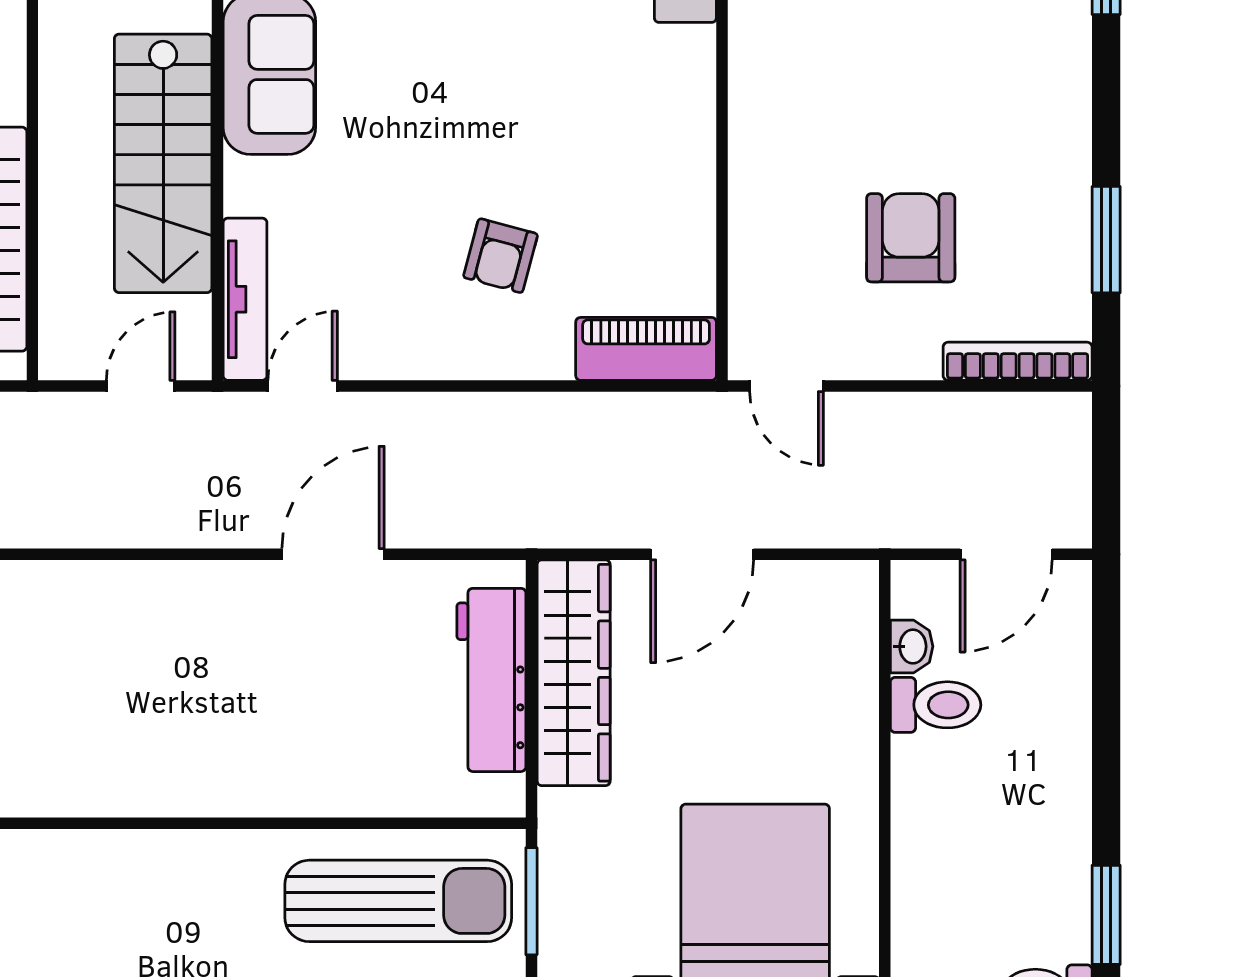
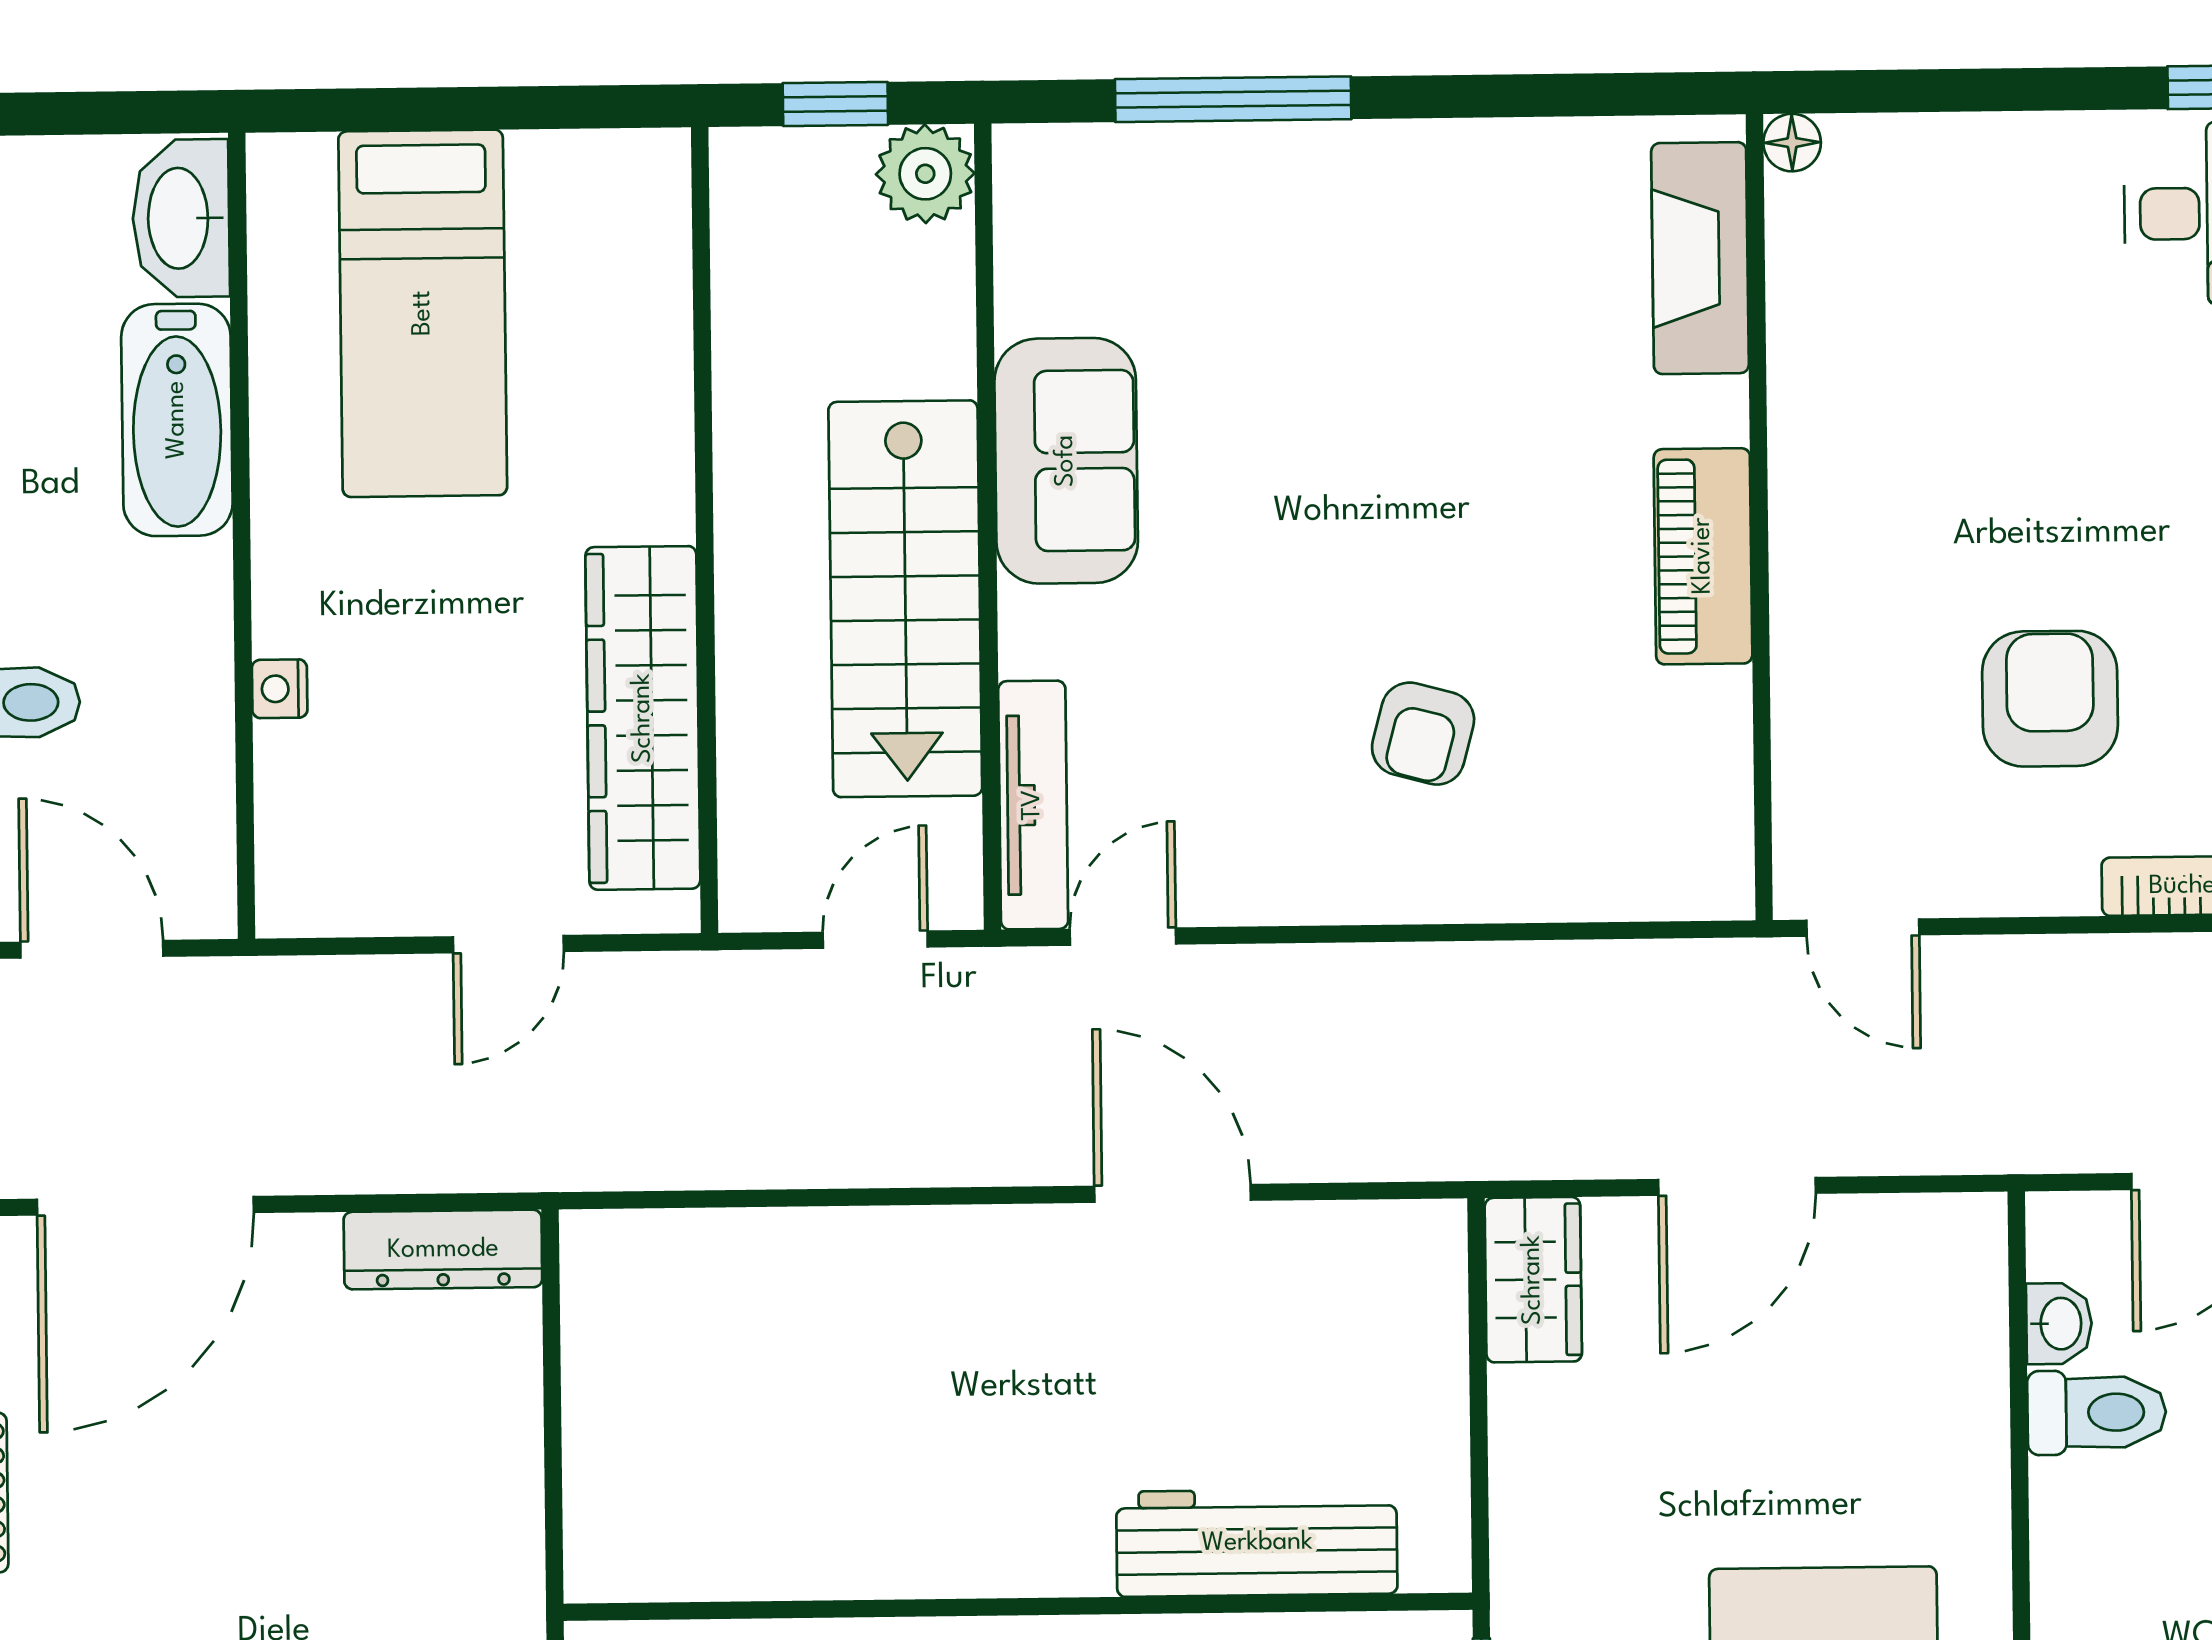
piano: (646, 349) -> (1703, 556), moved, turned -90
door: (333, 554) -> (1173, 1193), hinge flipped
wardrobe: (574, 673) -> (1533, 1280), width x0.48, depth x0.85
workbench: (491, 680) -> (1257, 1543), moved, turned 90

